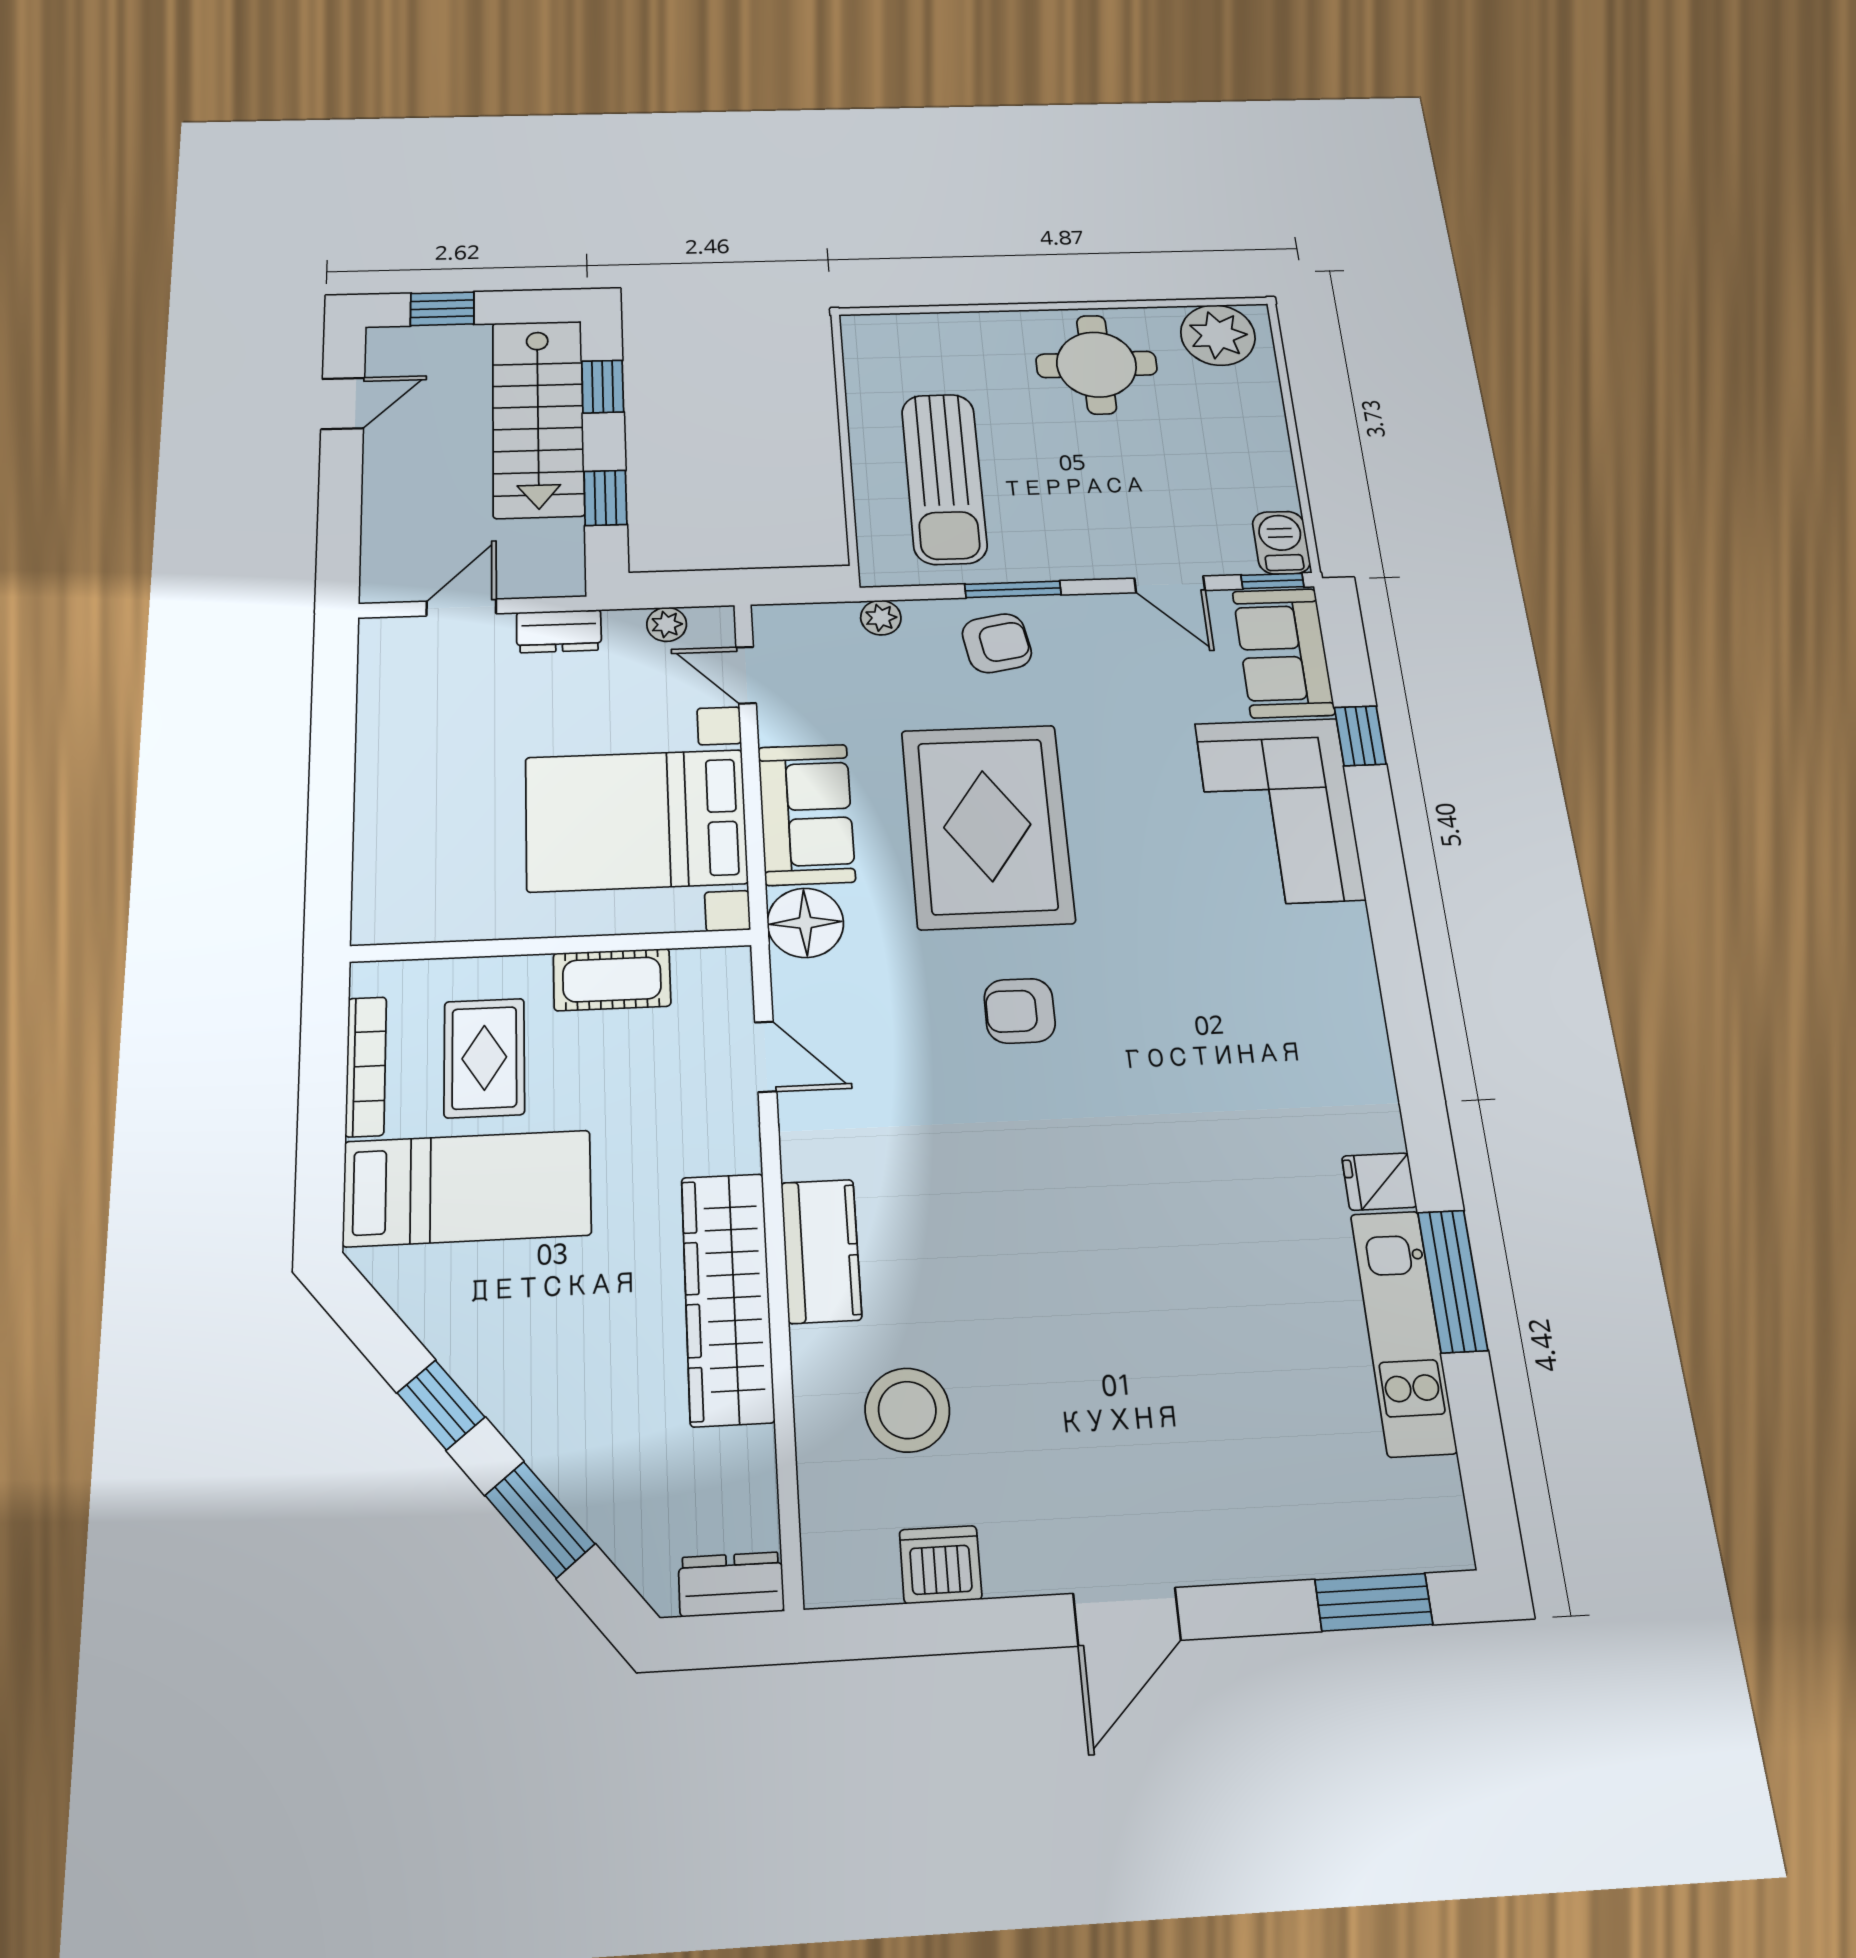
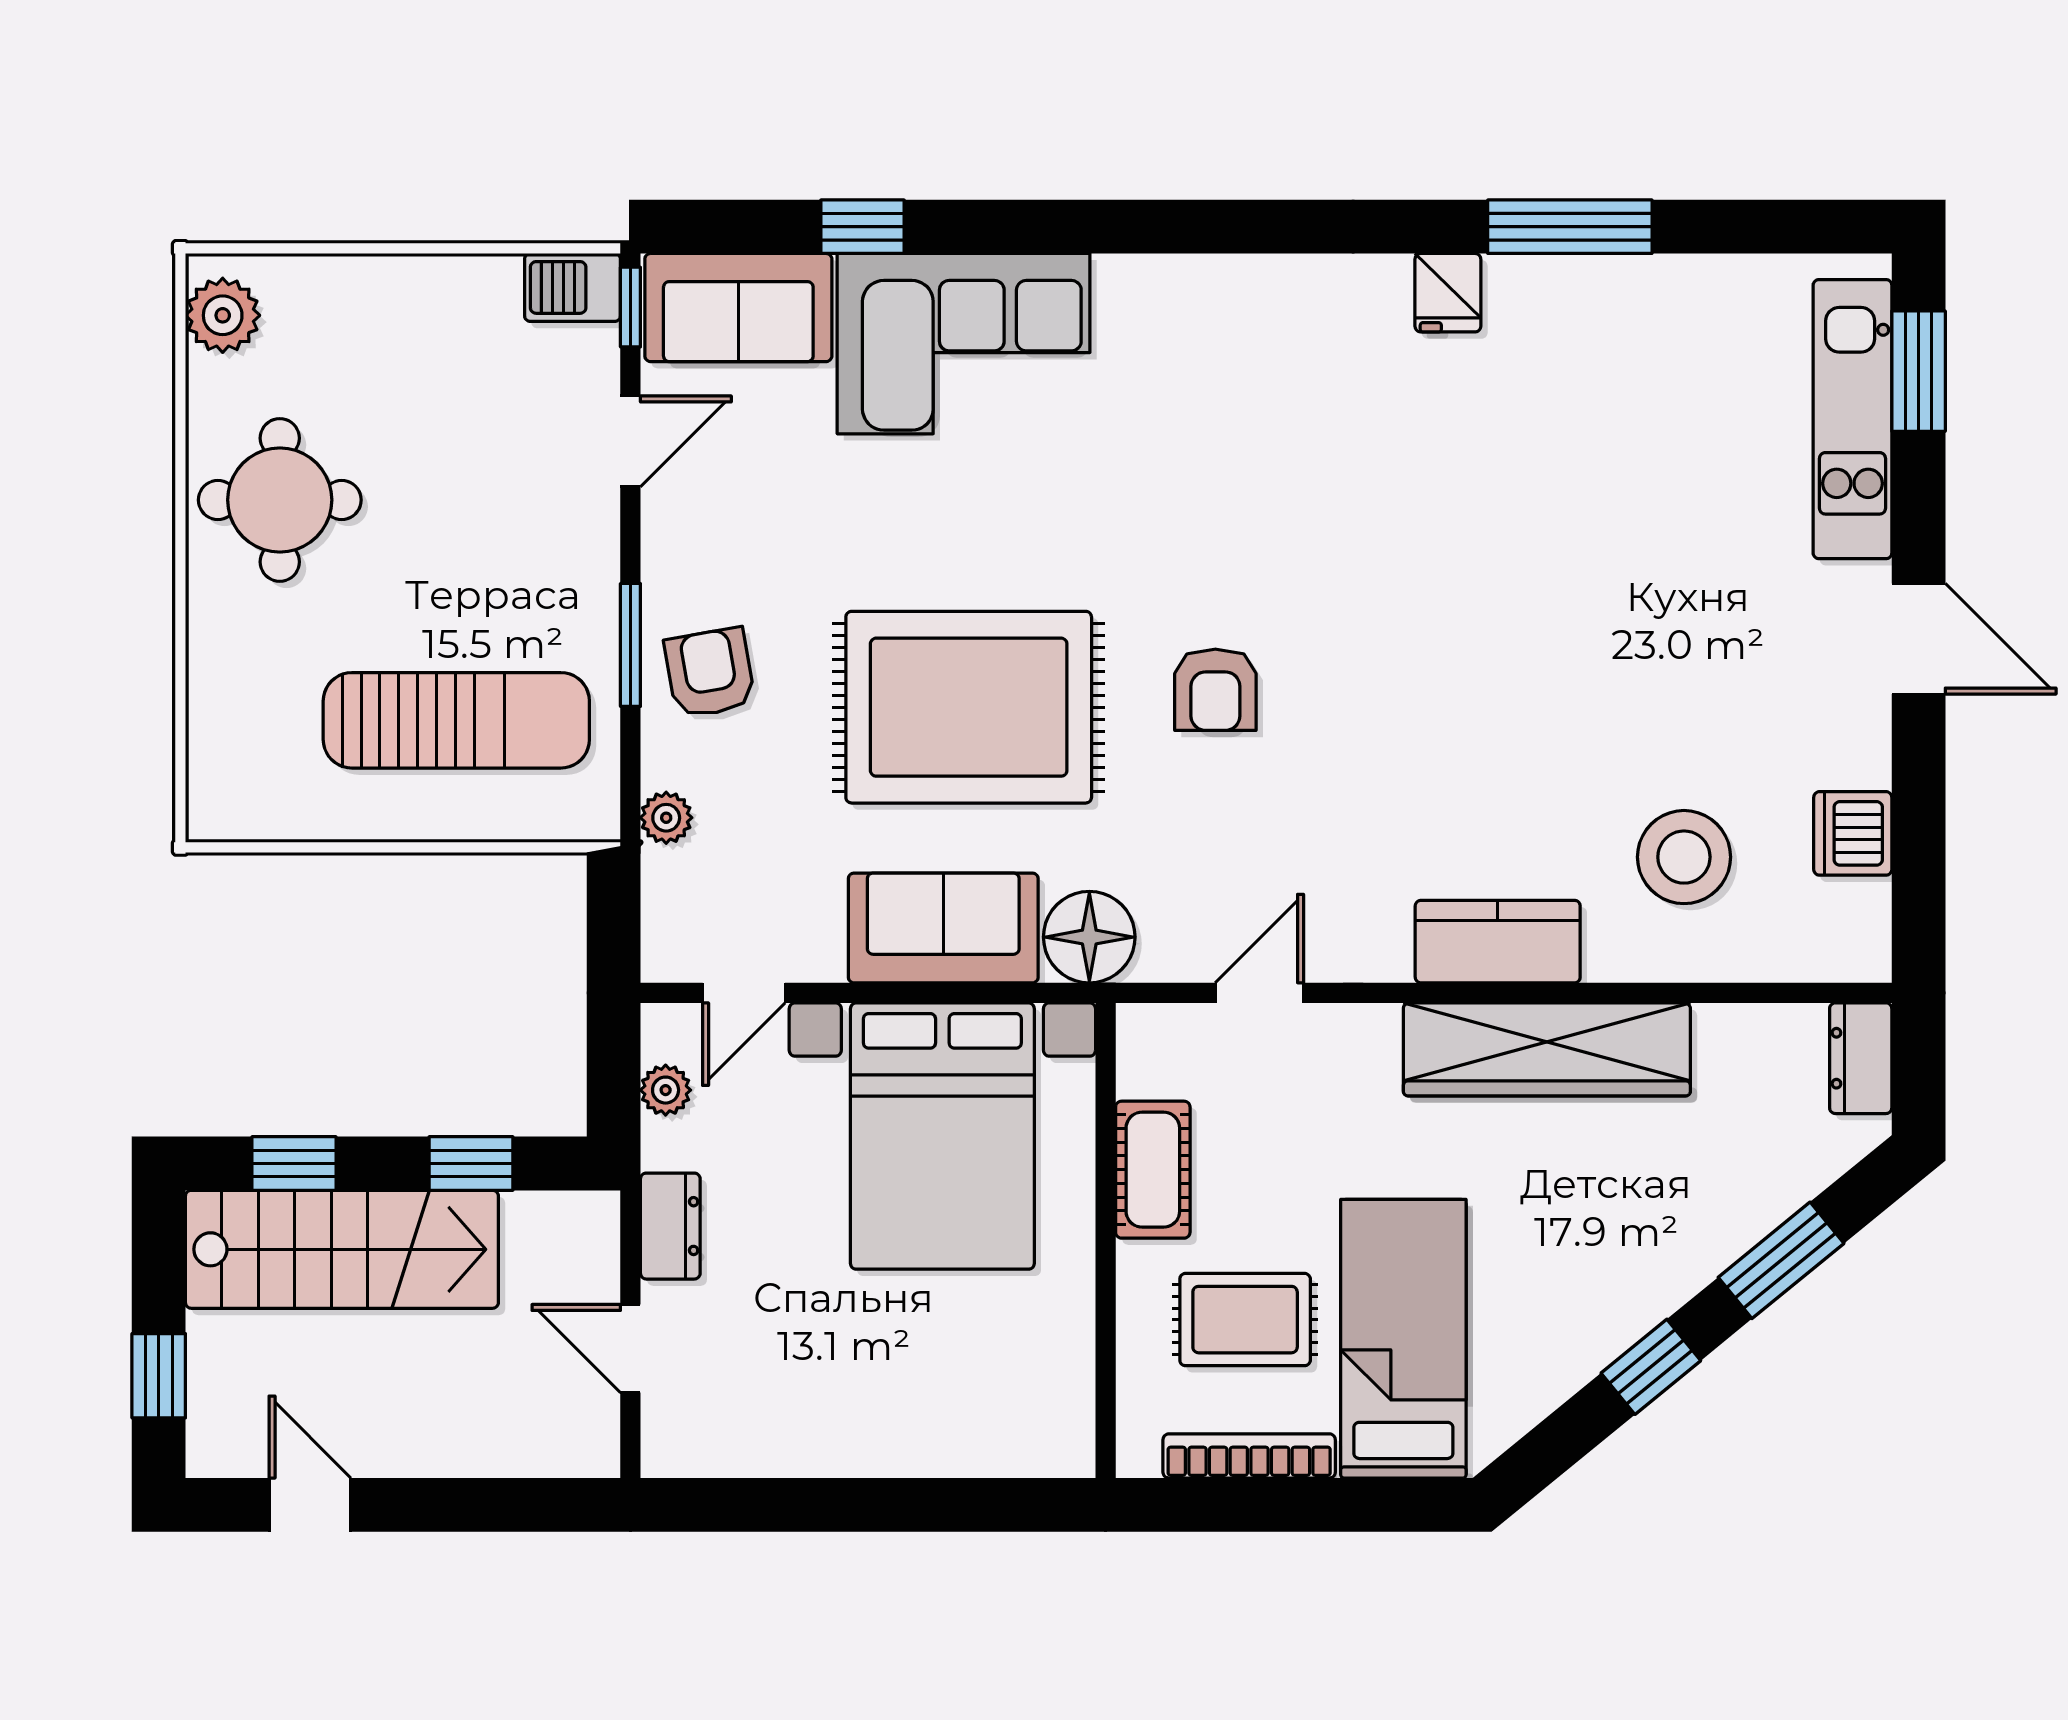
plant: (1218, 335) -> (223, 315), width x0.73, depth x0.73
kitchen unit: (1403, 1332) -> (1852, 419), moved, turned 90

